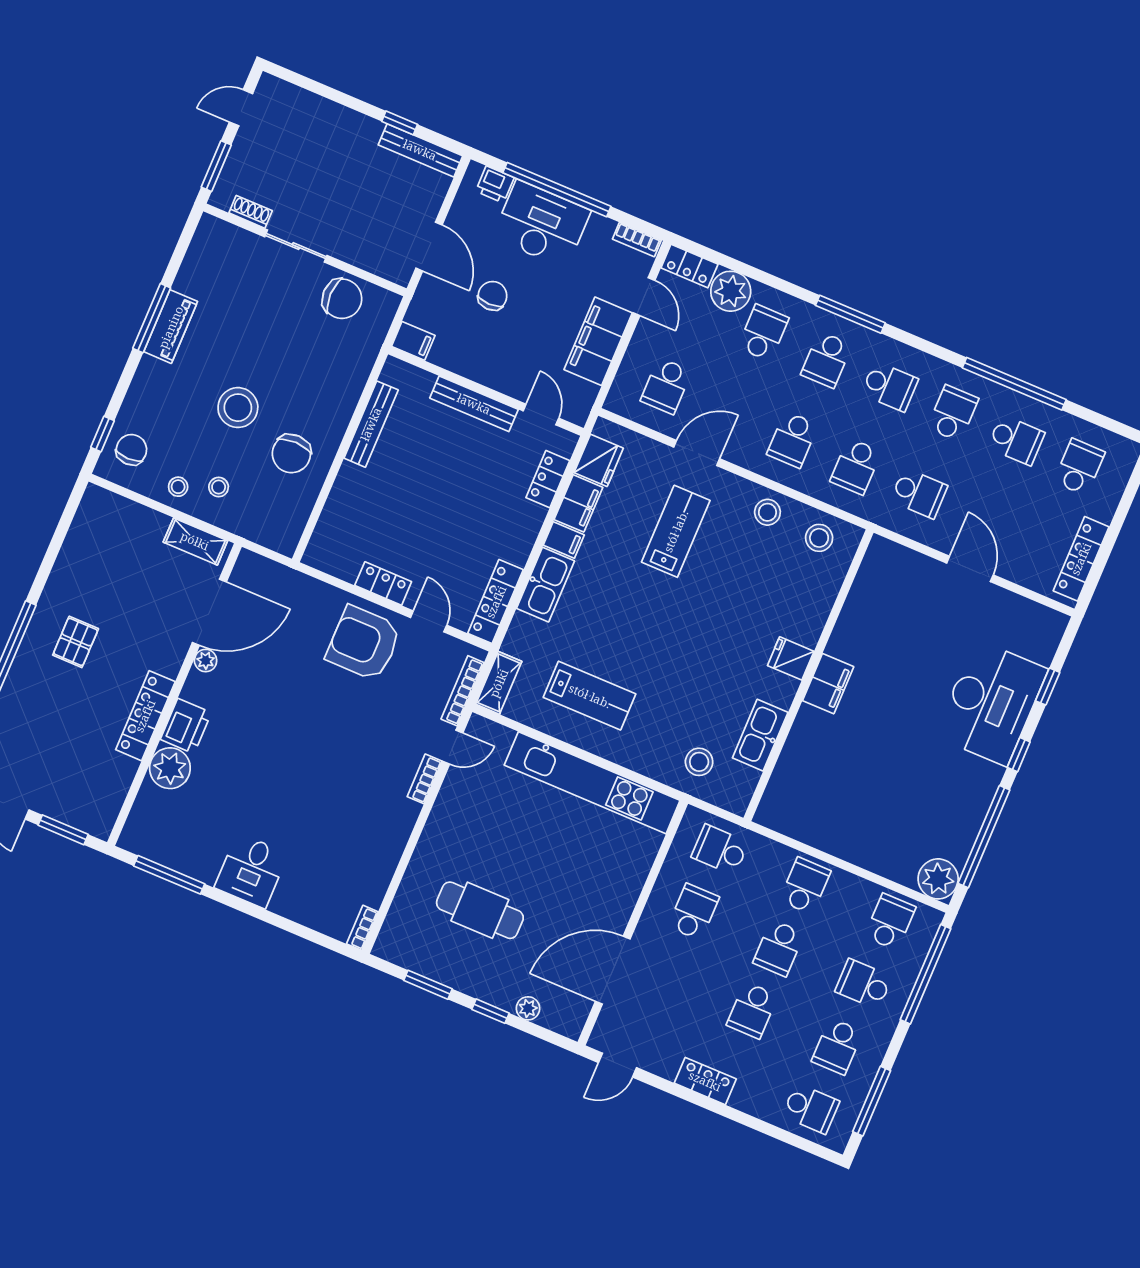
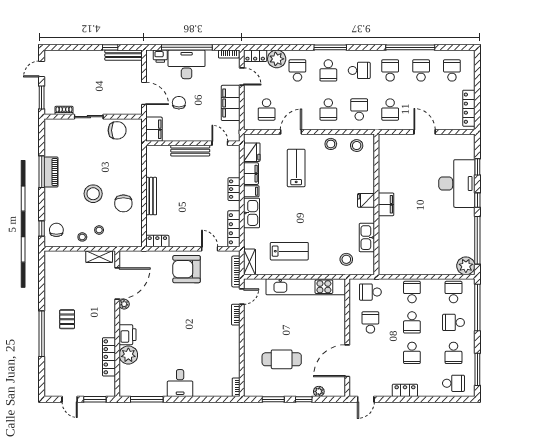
filing cabinet: (413, 341) -> (154, 129), width x2.00
bench: (371, 424) -> (151, 196), moved
school desk: (1016, 440) -> (421, 70), turned -90
school desk: (856, 466) -> (359, 109), turned 180
locker: (548, 479) -> (234, 189), moved
school desk: (919, 493) -> (390, 109), turned 90
locker: (383, 584) -> (157, 241), moved
locker: (145, 716) -> (109, 357), moved

